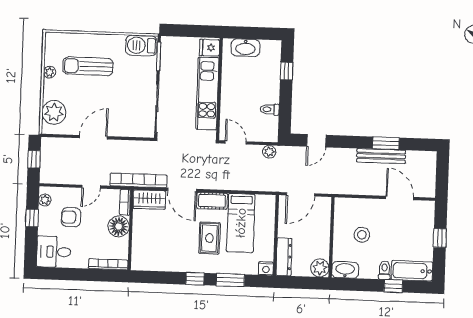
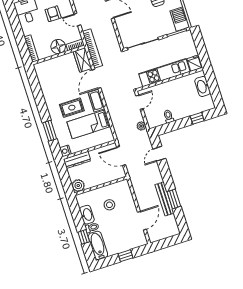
door: (316, 141) -> (159, 154), hinge flipped
washbasin: (345, 270) -> (87, 215), moved
window: (195, 279) -> (42, 108), removed

